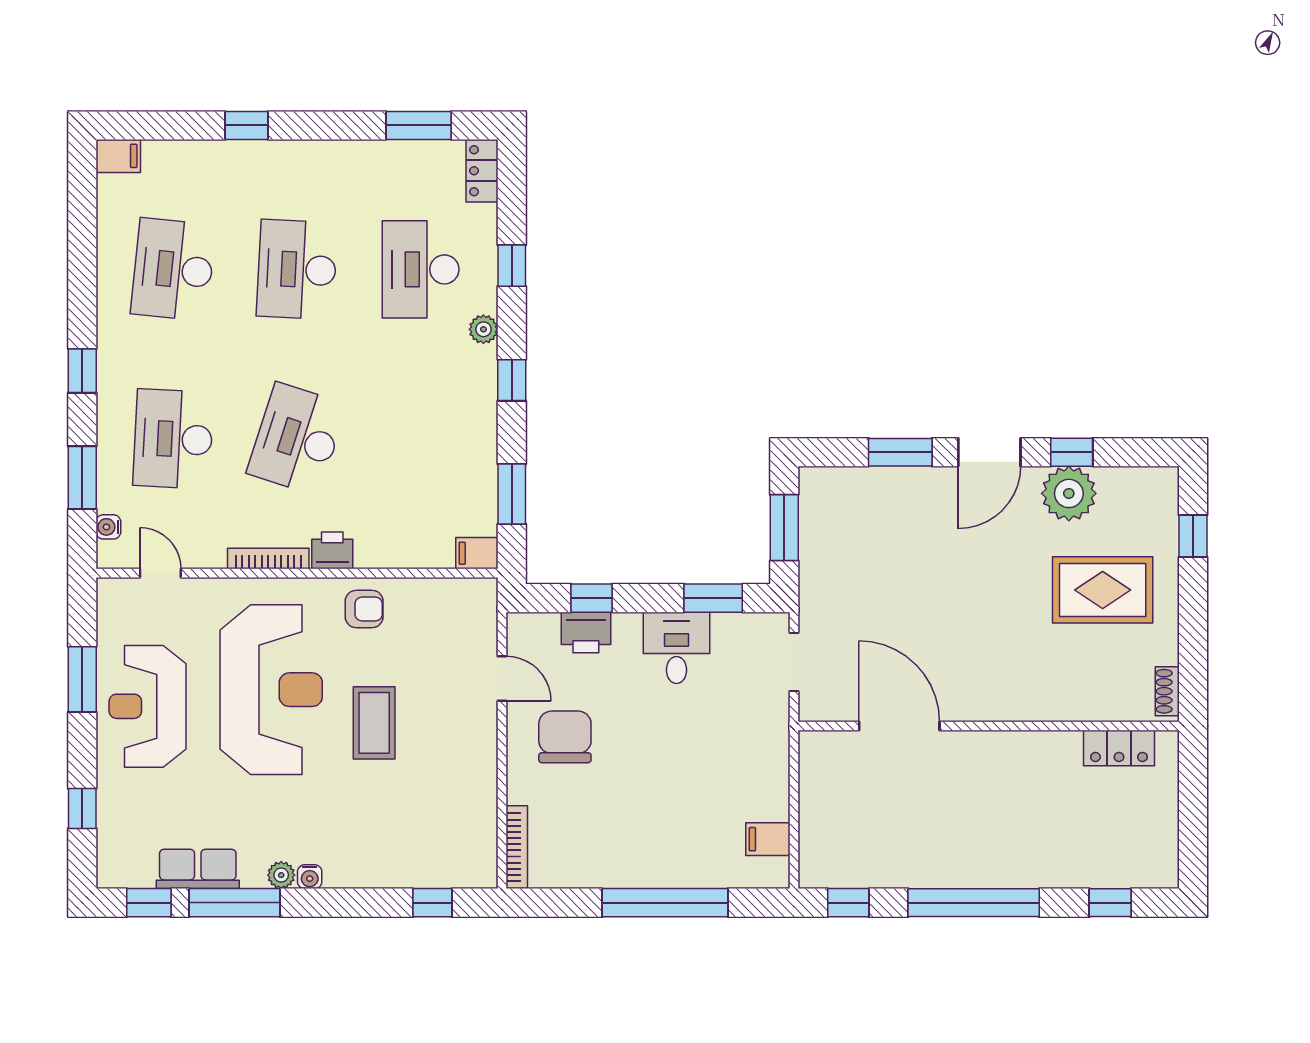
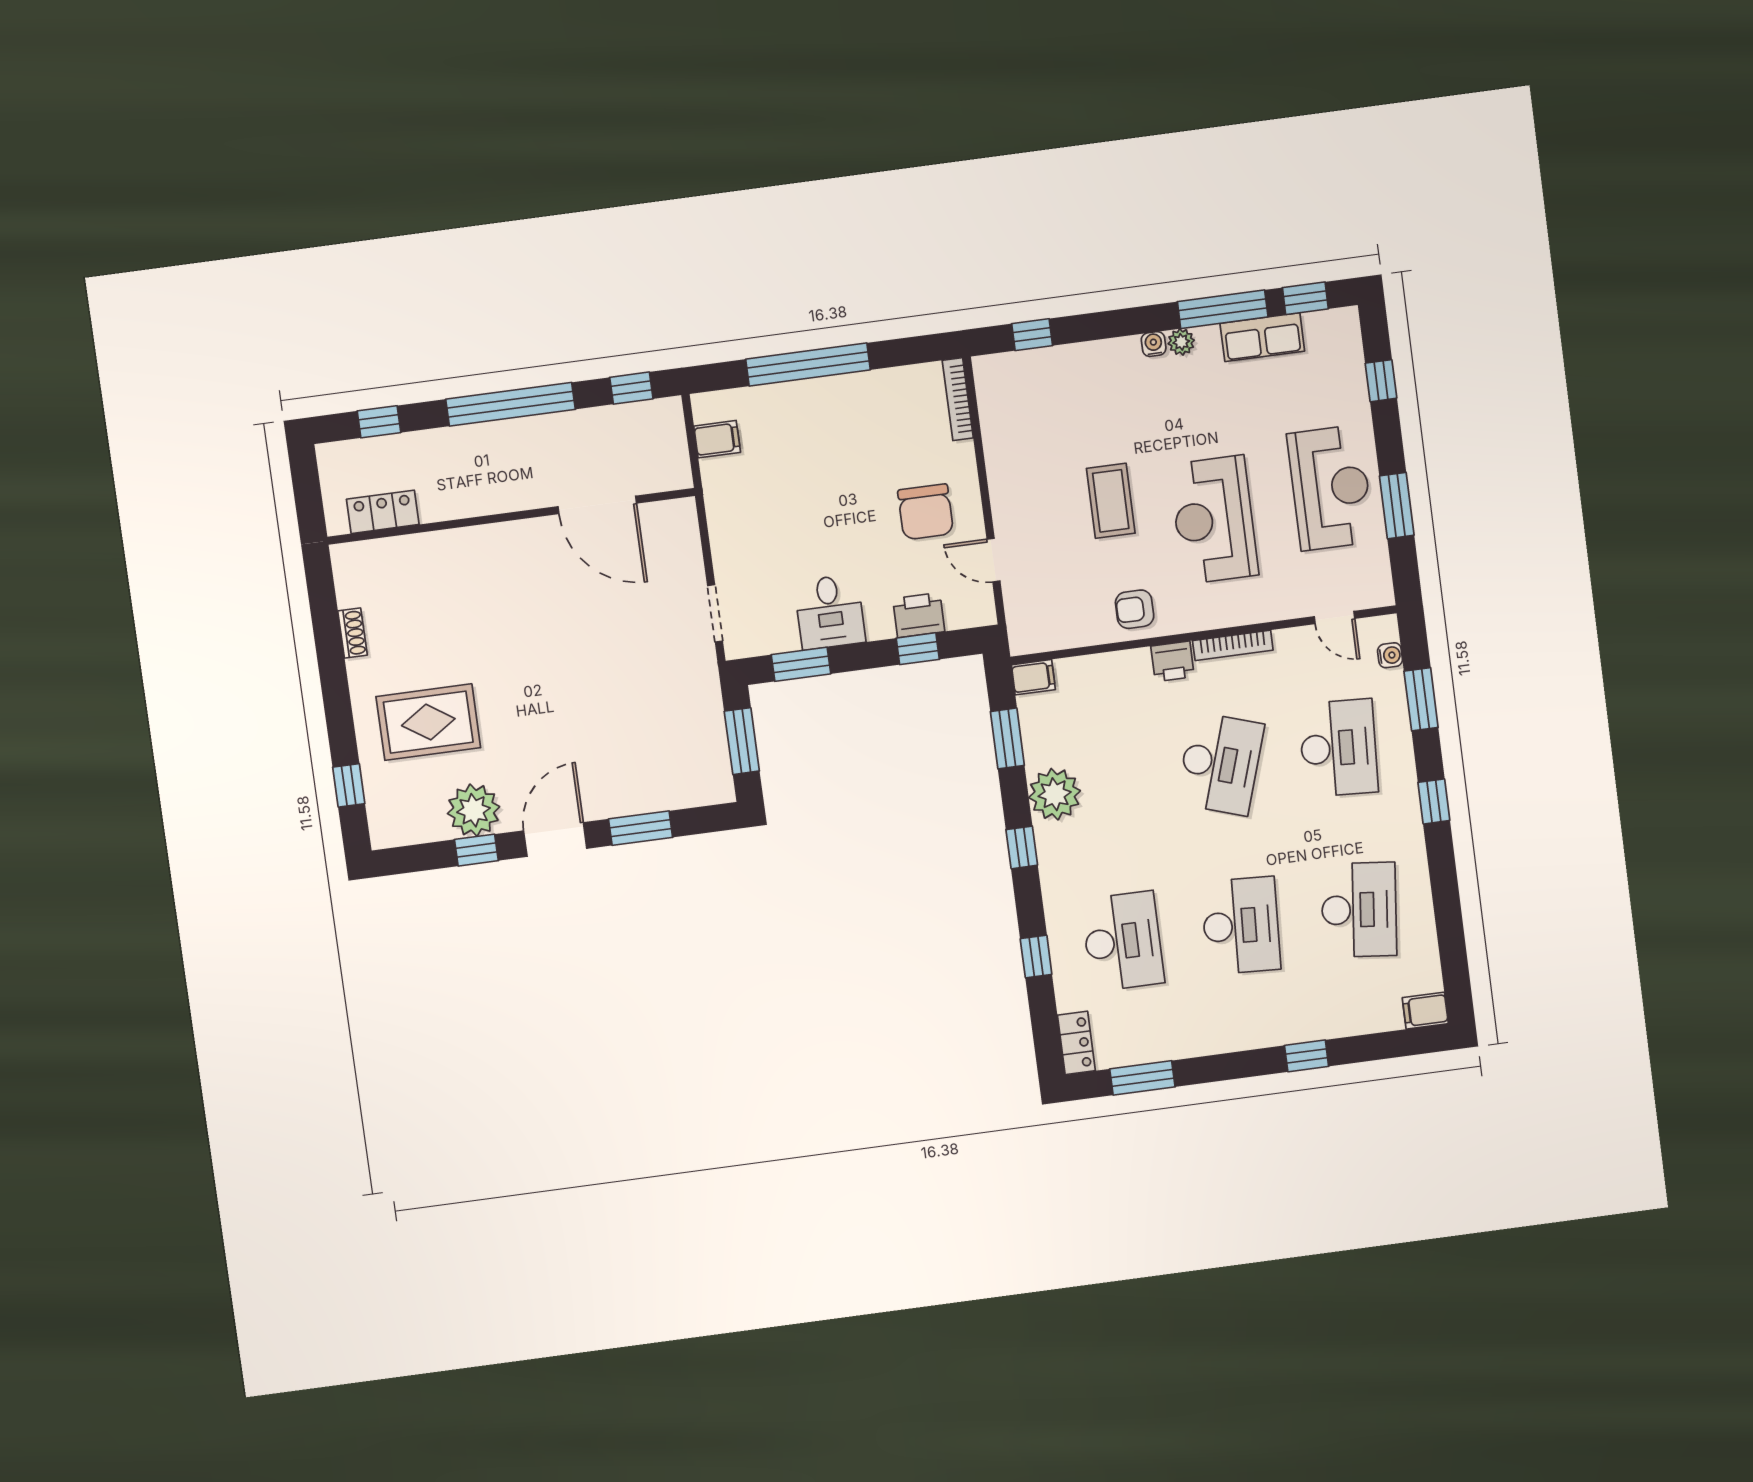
plant: (483, 329) -> (1055, 794), moved, width x1.88, depth x1.88
reception desk: (271, 690) -> (1214, 520), width x0.74, depth x0.77
door: (899, 726) -> (597, 505), moved
wall: (989, 726) -> (511, 516), moved
locker: (1119, 748) -> (383, 512), moved

